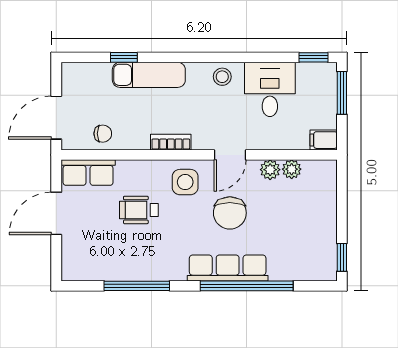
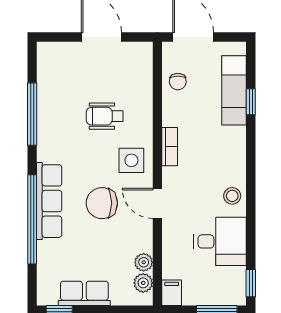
exam couch: (149, 75) -> (234, 90), moved
plant: (270, 170) -> (143, 283), moved
row of seats: (88, 173) -> (84, 293), moved, turned 90
wheelchair: (139, 210) -> (105, 116), turned -90

